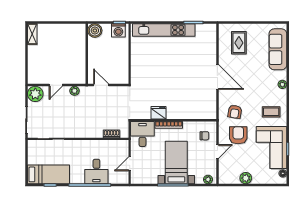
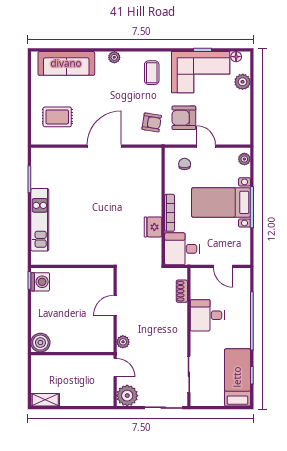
kitchen unit: (164, 30) -> (40, 220), width x0.73
boiler: (95, 31) -> (40, 343), moved
wall: (87, 54) -> (72, 354), moved
desk: (96, 171) -> (207, 315), moved, turned 180
plant: (246, 178) -> (243, 82), moved

